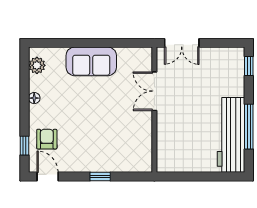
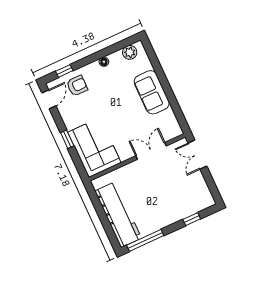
window: (249, 66) -> (192, 219), moved
window: (249, 127) -> (145, 240), moved
workbench: (231, 135) -> (118, 215), moved, turned 90
corner sofa: (122, 151) -> (94, 147), added

